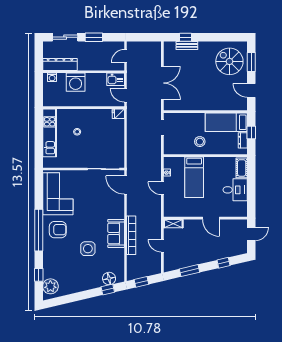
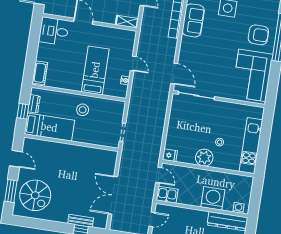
double door: (162, 83) -> (113, 195), moved
plant: (88, 116) -> (204, 158), added
desk: (235, 190) -> (54, 31), moved
armchair: (58, 230) -> (258, 35), turned 180

